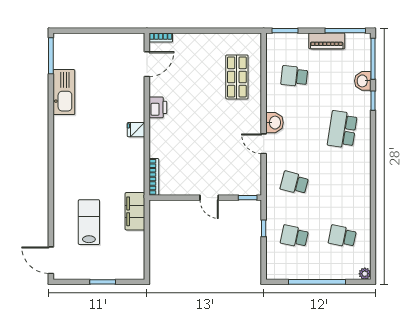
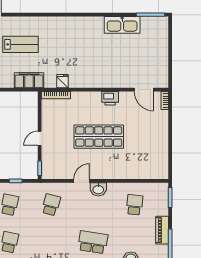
shop shelf: (237, 77) -> (99, 137), moved, width x1.43, depth x1.36
fridge: (136, 130) -> (62, 81), moved

